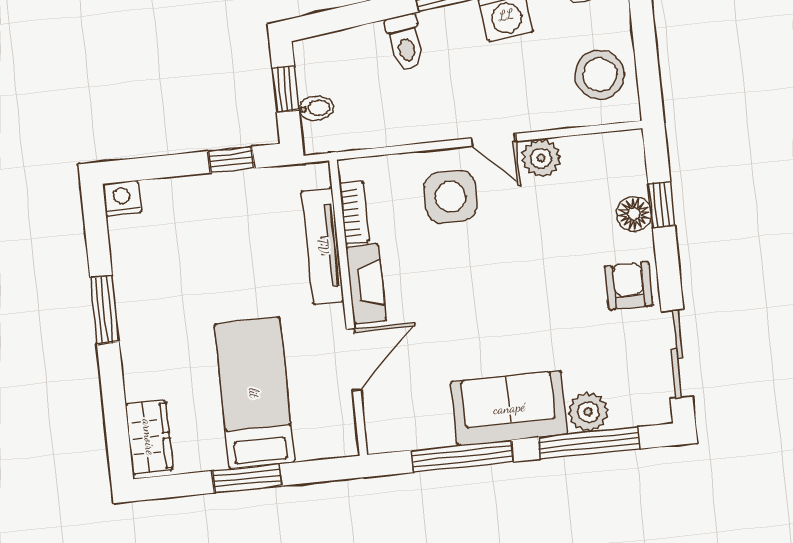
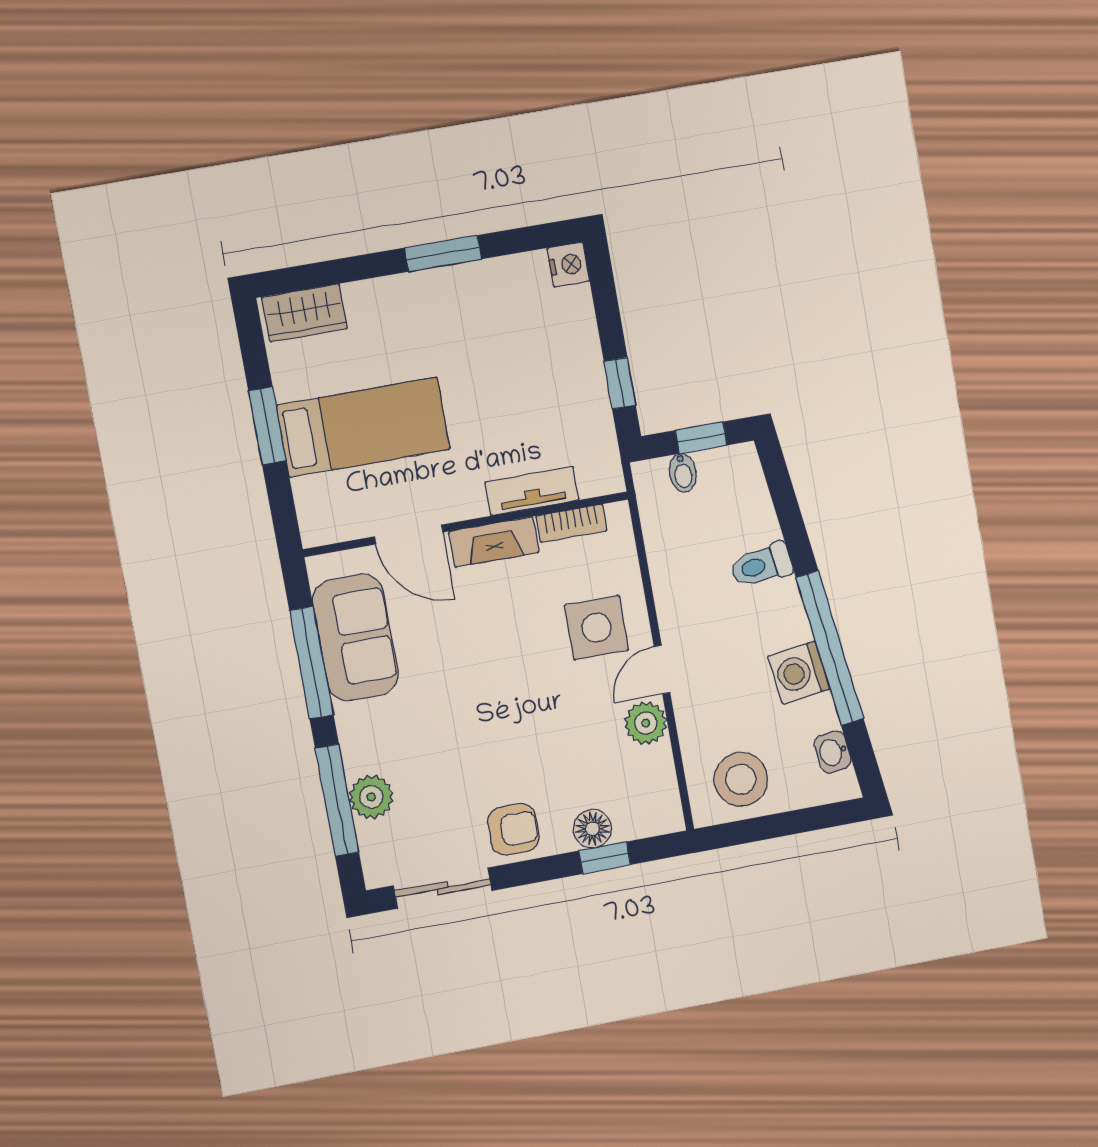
tv unit: (323, 246) -> (532, 491), width x0.71
sofa: (509, 408) -> (355, 637), moved

